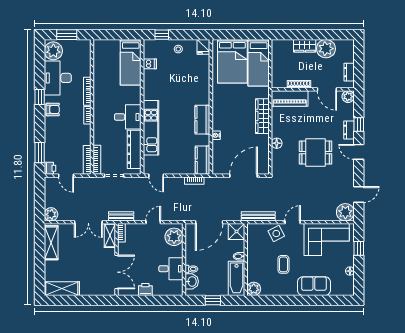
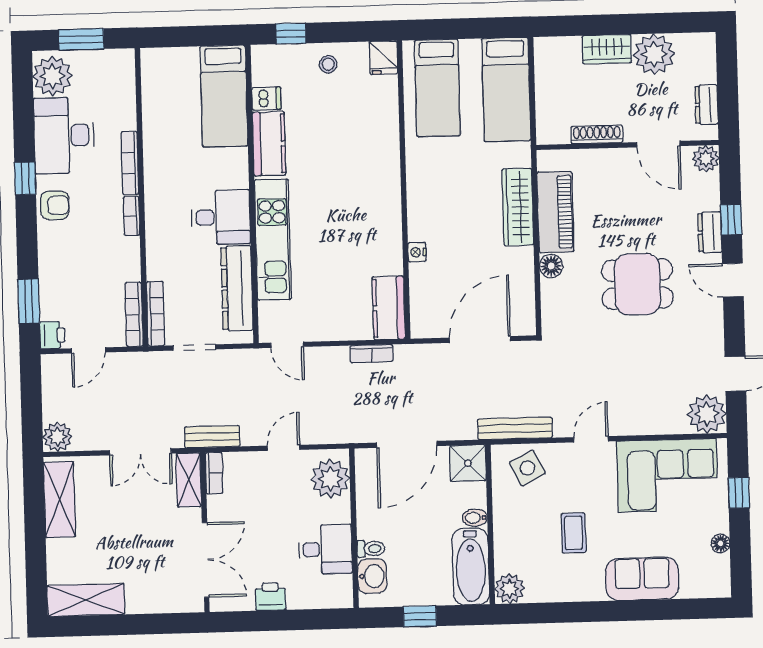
bed: (232, 61) -> (437, 88), width x0.67
piano: (290, 98) -> (555, 212), moved, turned -90
kitchen counter: (202, 120) -> (269, 144), moved, turned 180
door: (66, 176) -> (88, 350), hinge flipped
side table: (276, 234) -> (527, 468), moved

